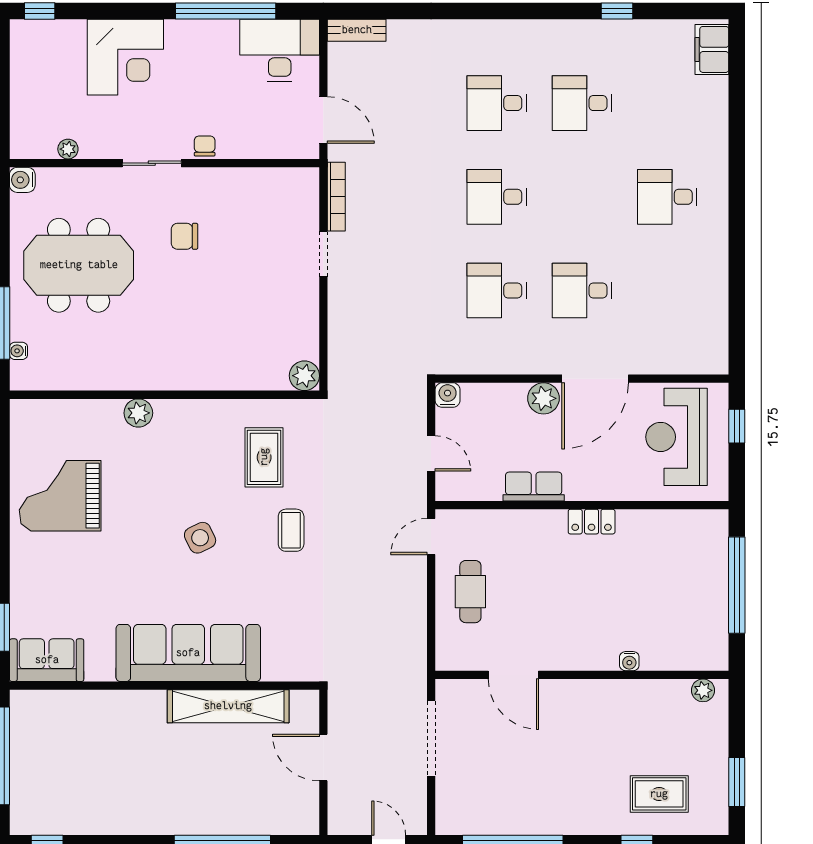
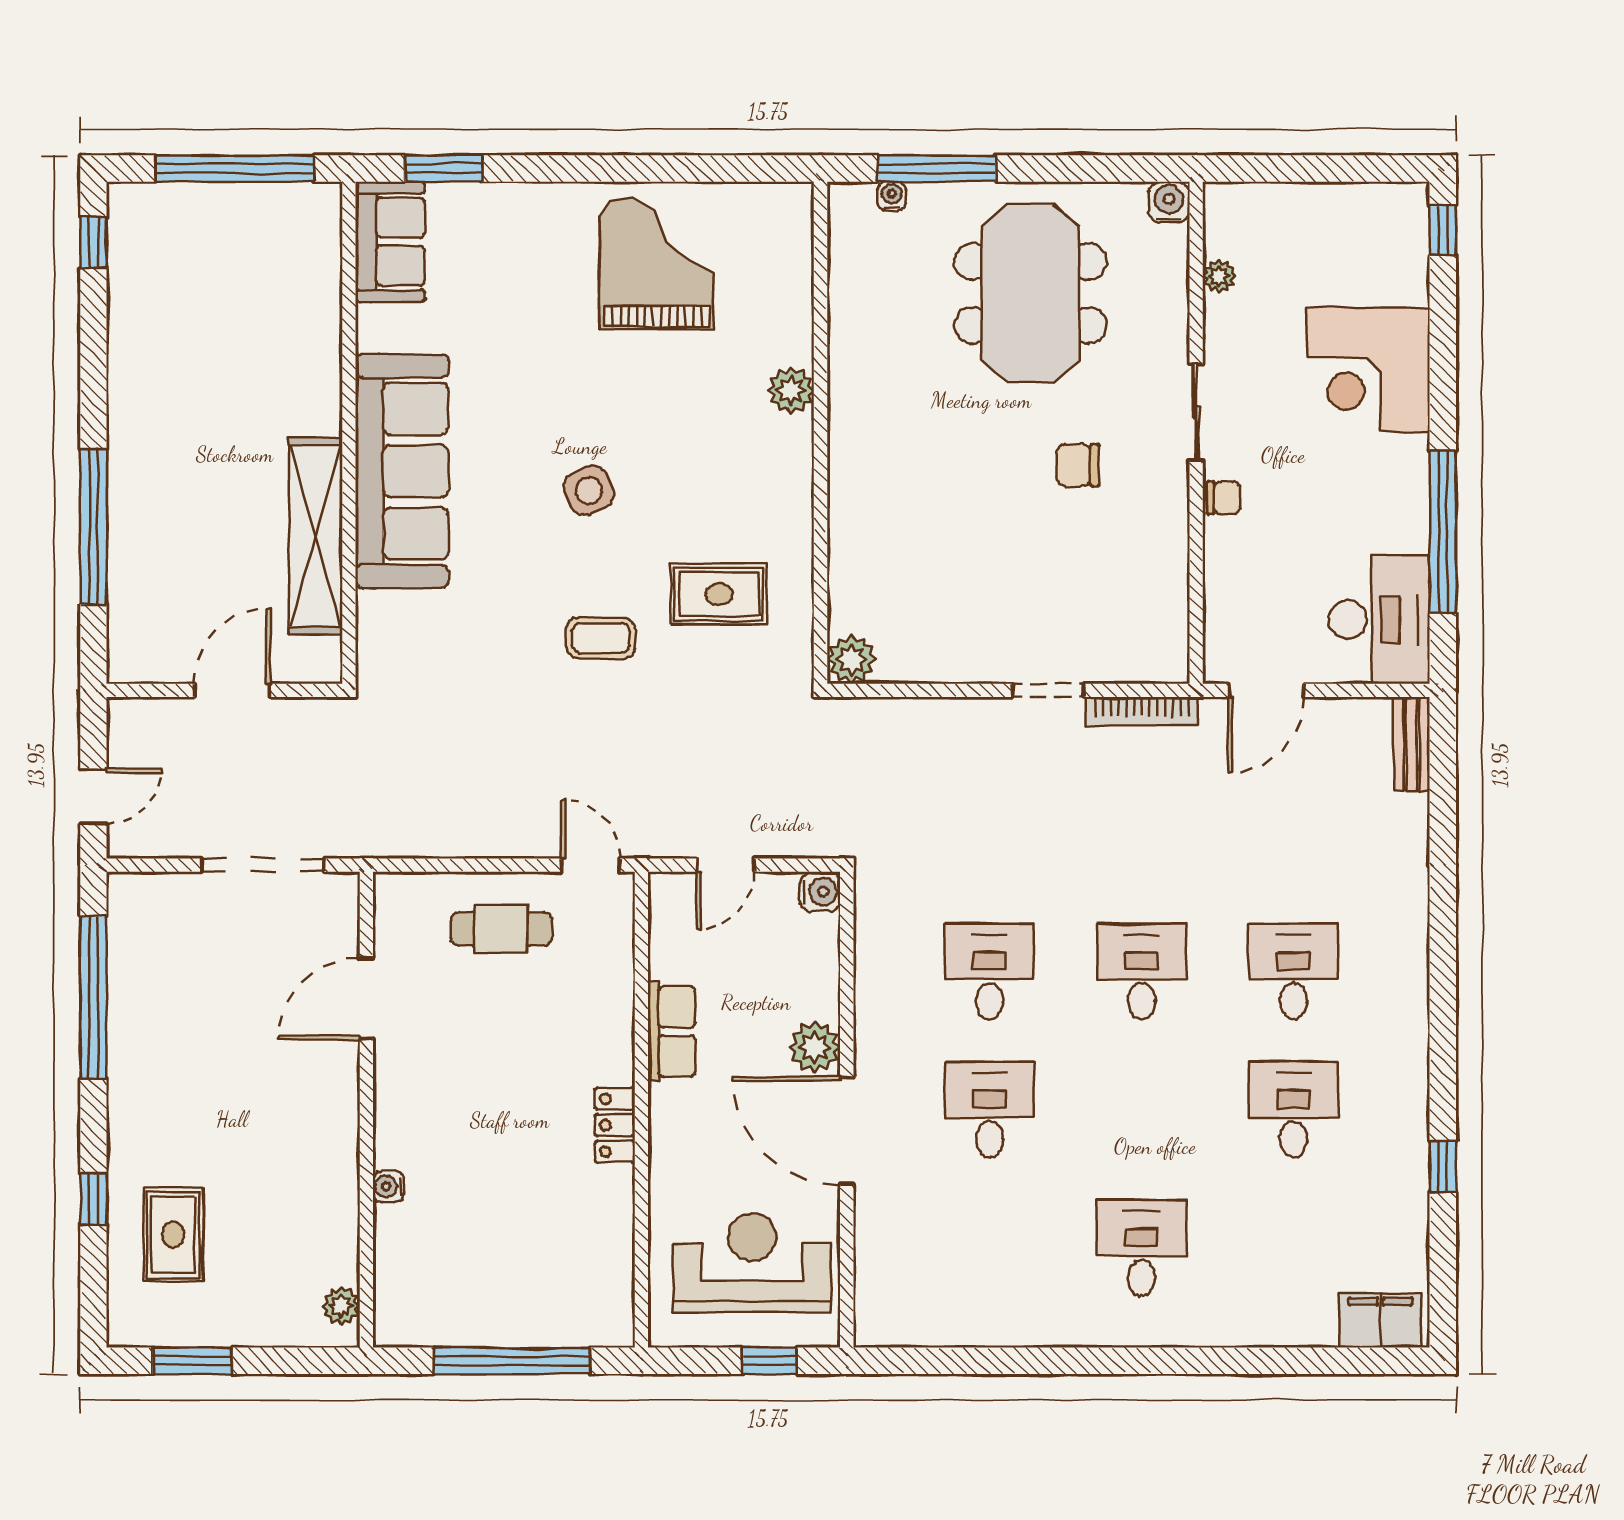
chair: (184, 236) -> (1077, 465), turned -90

